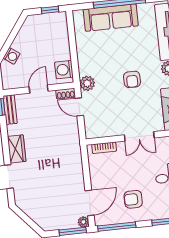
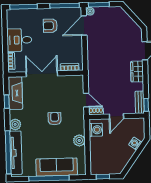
armchair: (132, 79) -> (55, 119), moved
plant: (87, 83) -> (79, 140), moved
double door: (139, 136) -> (42, 74), width x1.37
armchair: (133, 199) -> (50, 26), turned 180

